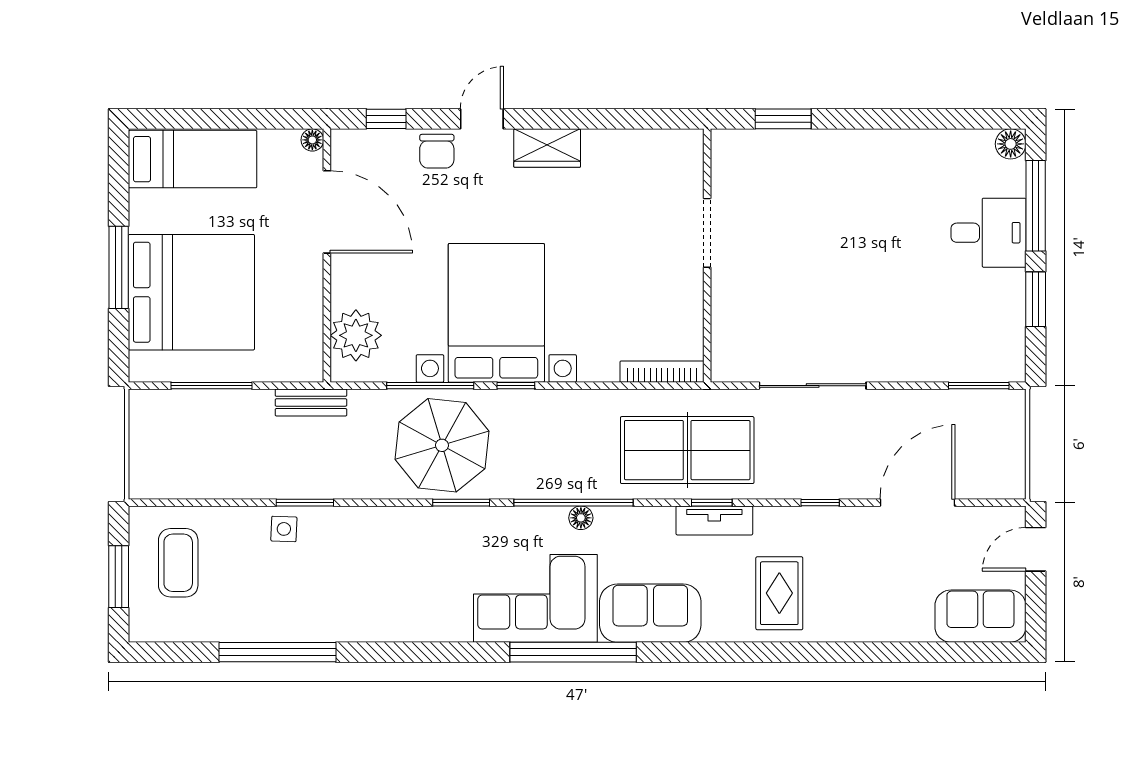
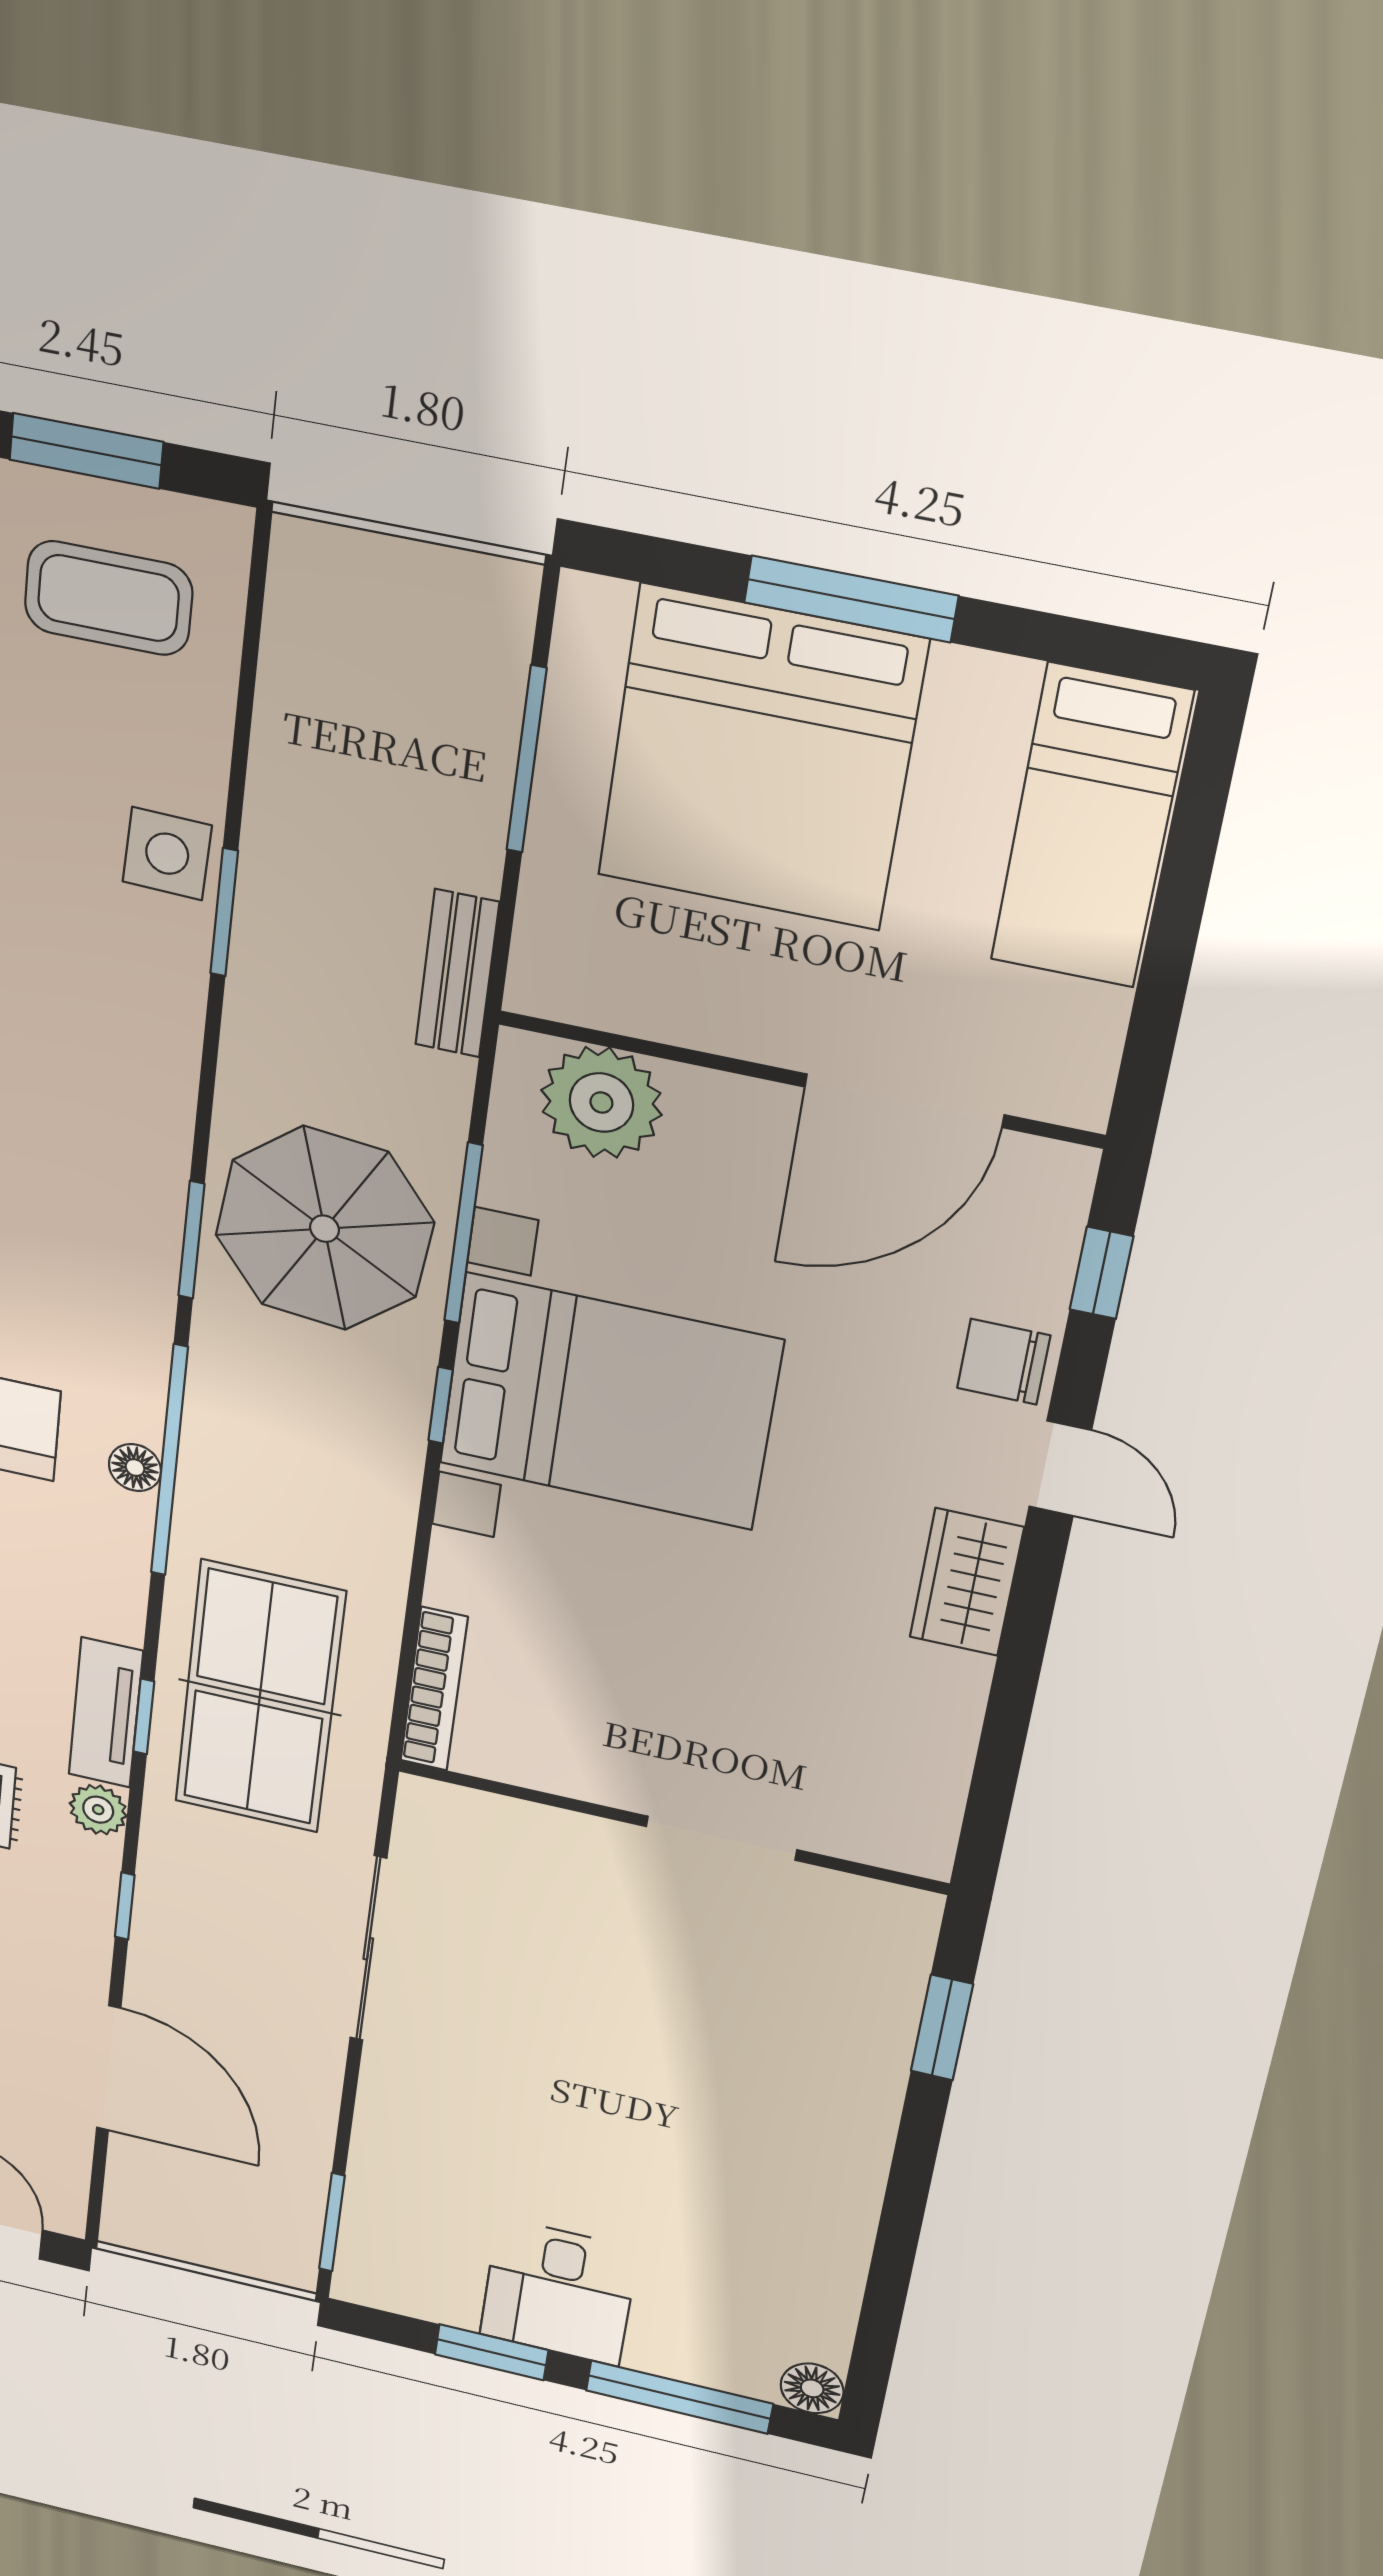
floor lamp: (312, 140) -> (1084, 1105), removed
desk: (988, 233) -> (559, 2292), moved
plant: (769, 520) -> (98, 1810), added
side table: (284, 529) -> (167, 854), width x1.37, depth x1.37

